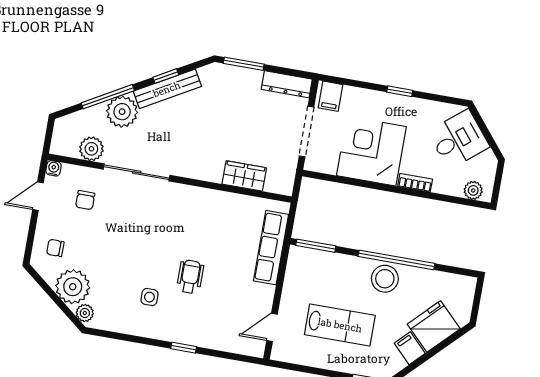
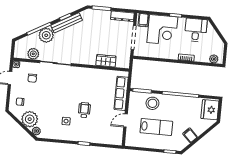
desk: (459, 139) -> (196, 30), moved, turned -51
corner desk: (371, 151) -> (162, 30), moved, turned 180
stool: (385, 279) -> (152, 103), moved
fridge: (434, 326) -> (210, 110), moved, turned -45
door: (272, 327) -> (126, 121), moved

